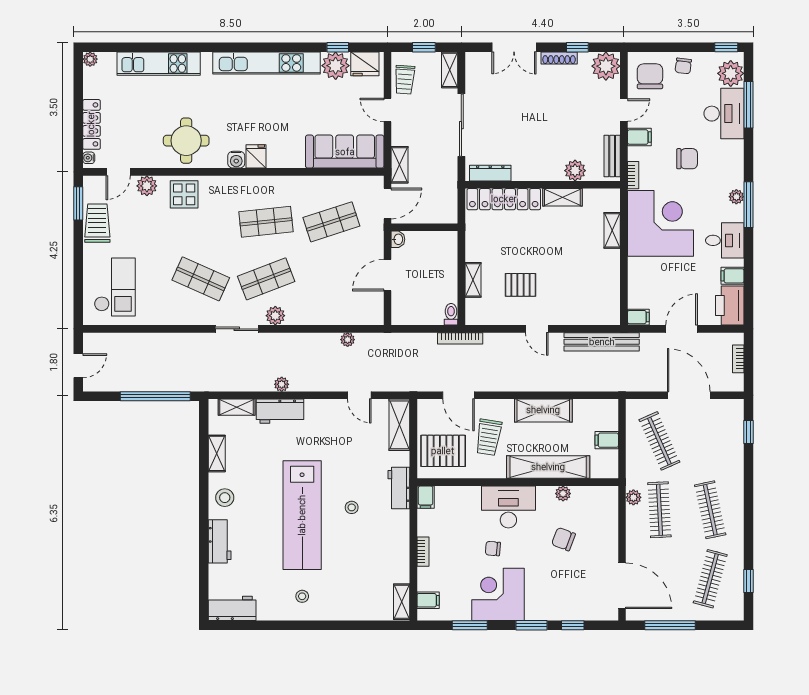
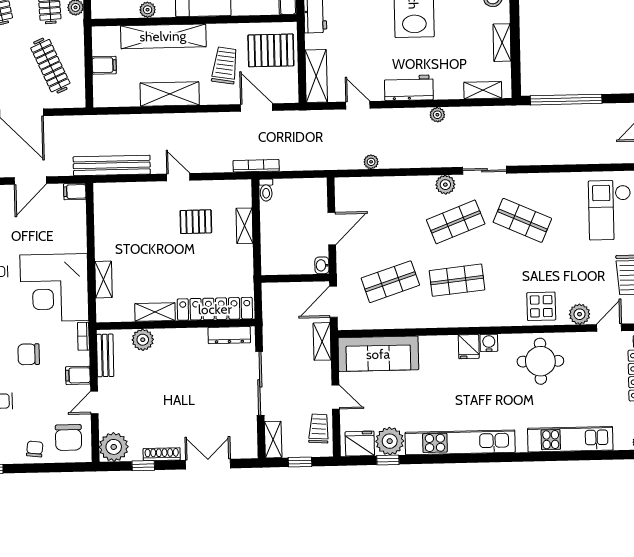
workbench: (280, 411) -> (409, 88), moved

